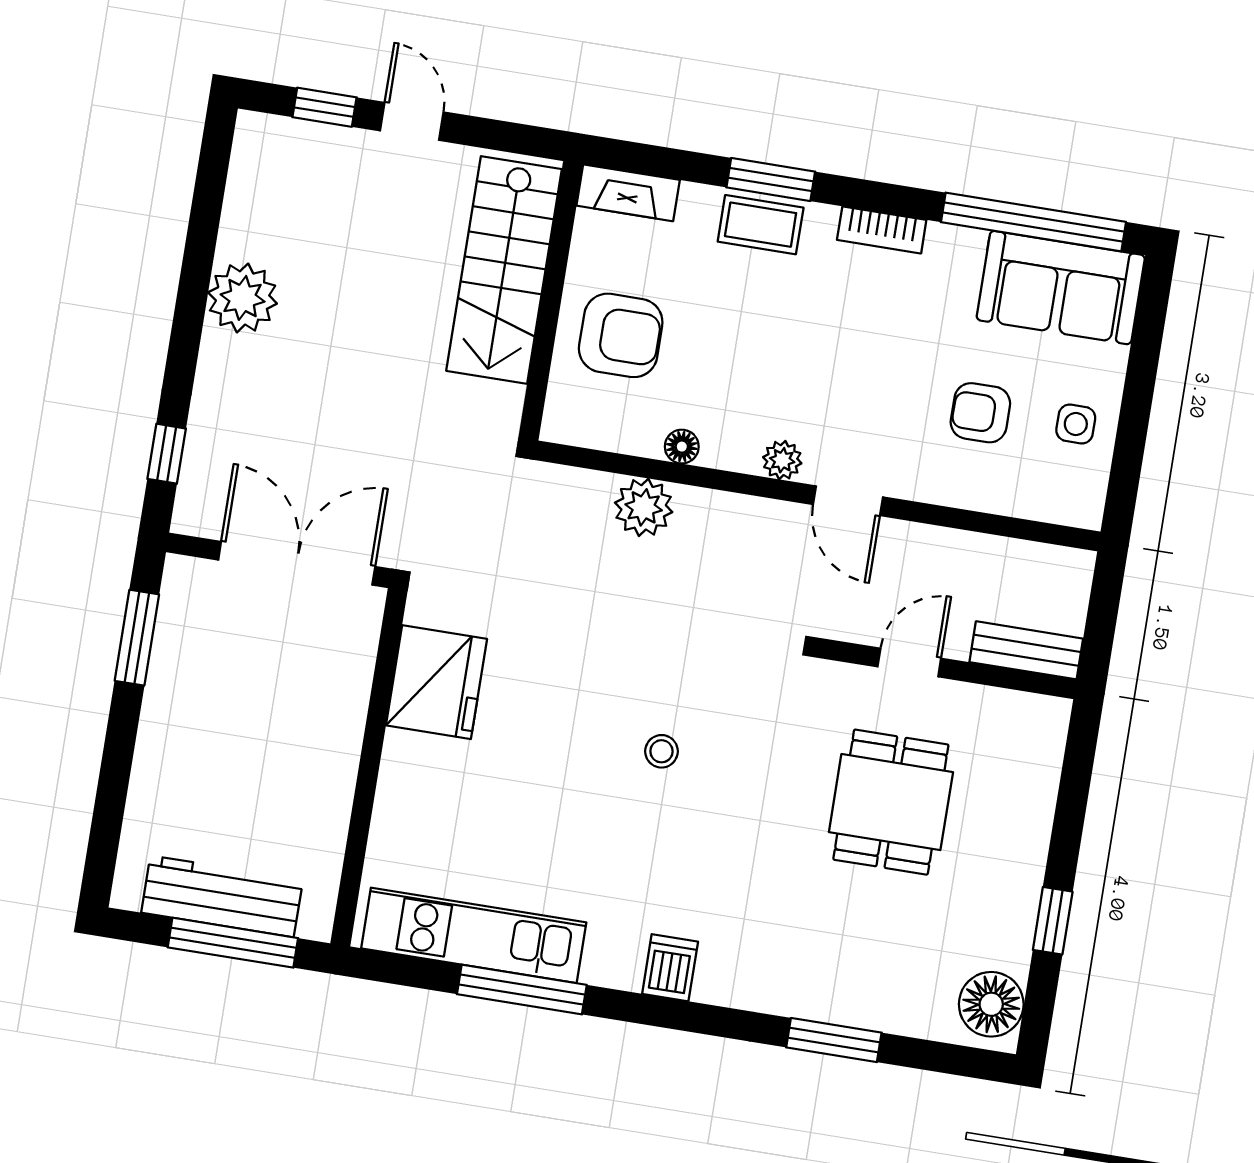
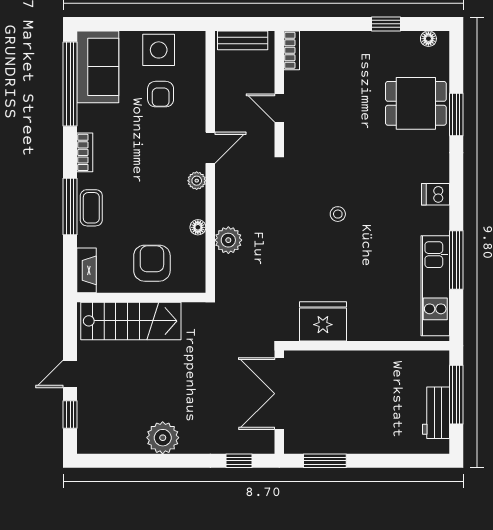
window: (771, 179) -> (70, 206), width x1.44
side table: (1076, 424) -> (159, 50), width x1.87, depth x1.87
bench: (1026, 650) -> (243, 40), moved, turned 90
bookcase: (1029, 709) -> (292, 50), added
dining table: (891, 802) -> (416, 103), moved
workbench: (222, 896) -> (436, 413), width x0.73
floor lamp: (991, 1004) -> (428, 39), width x0.53, depth x0.53

